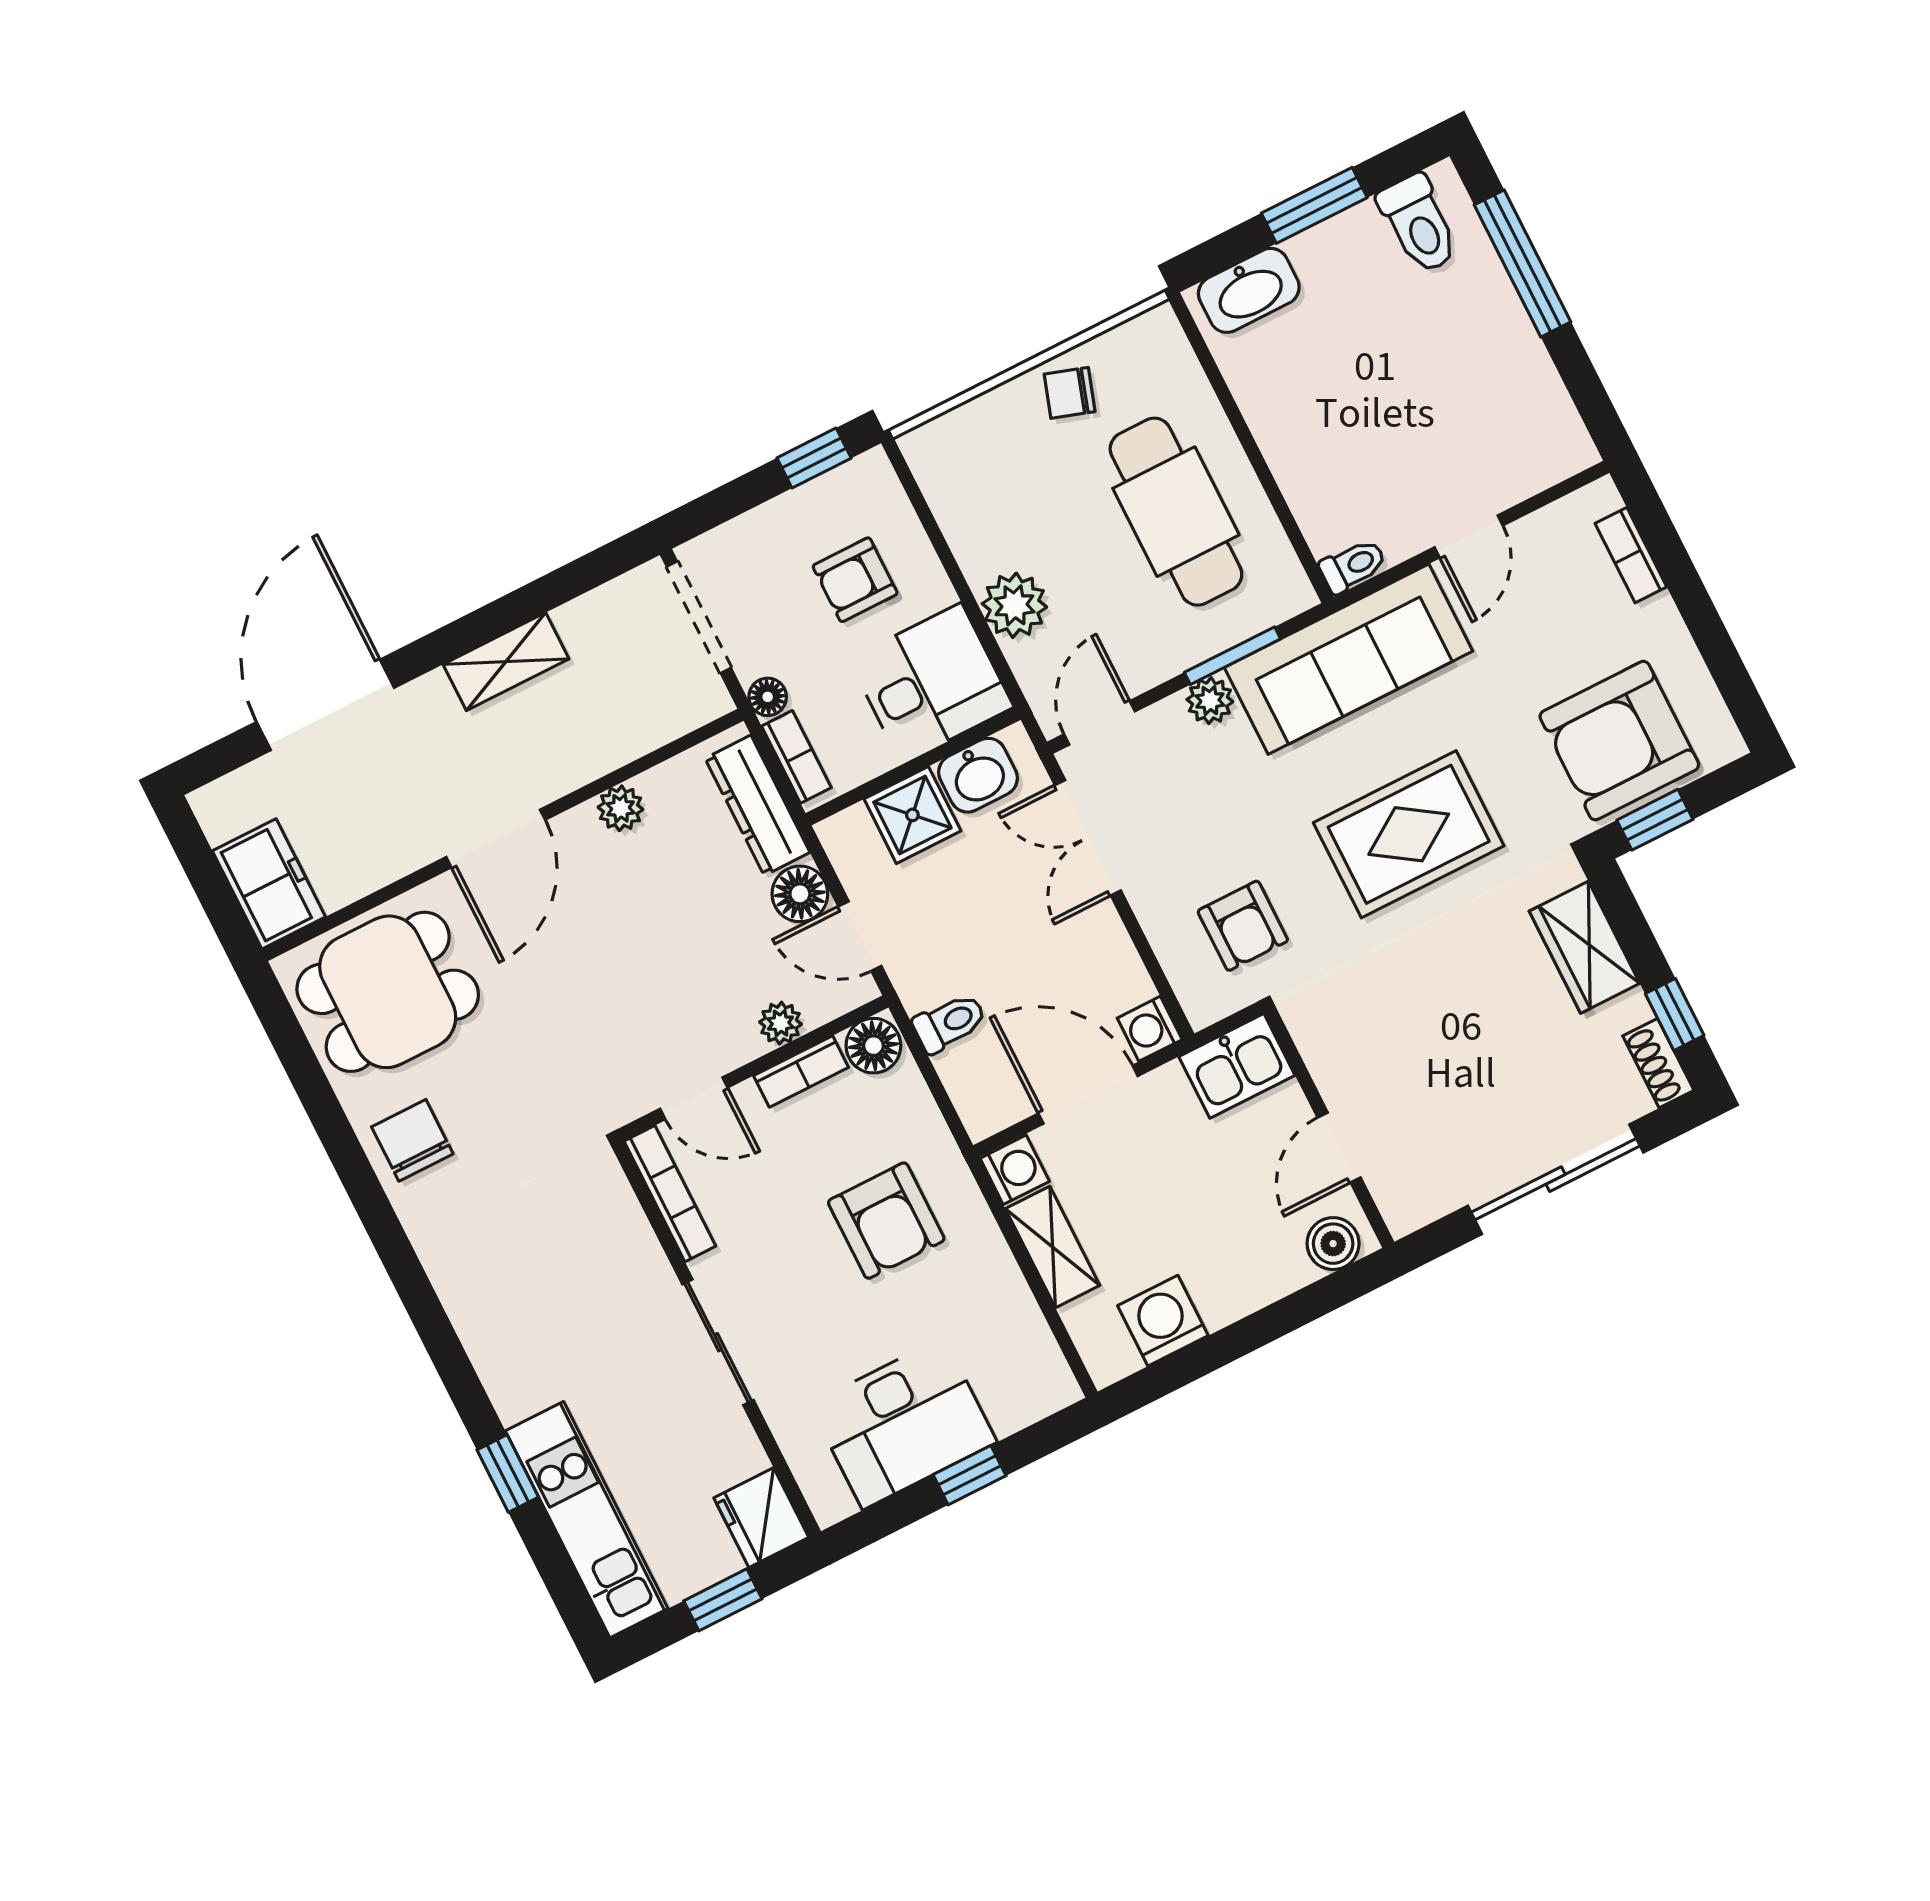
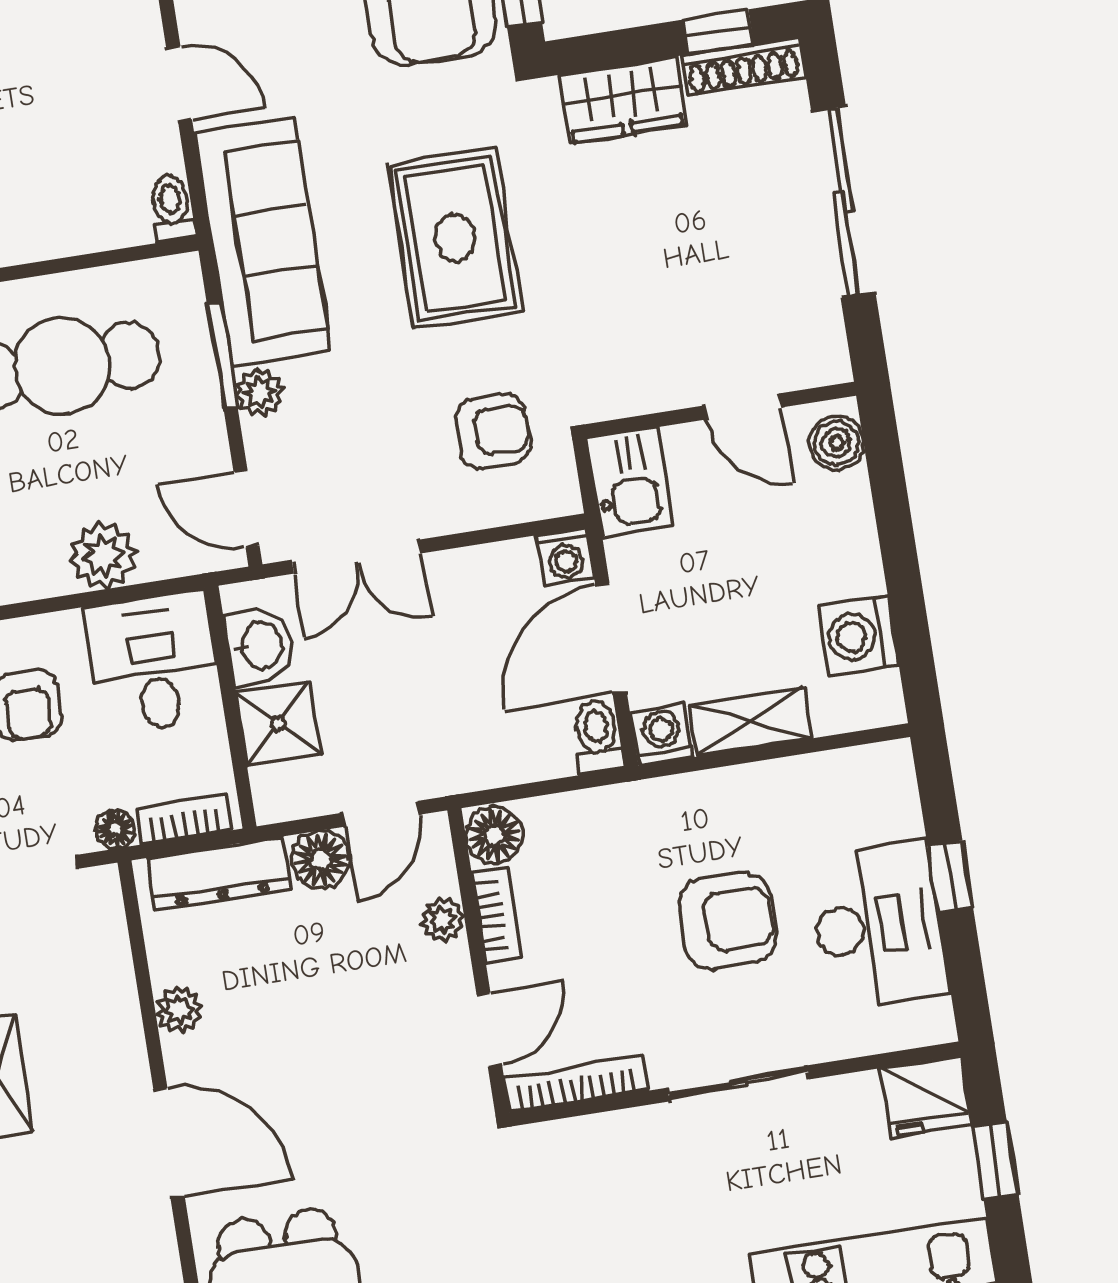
toilet: (950, 1023) -> (597, 736), moved
shoe rack: (1658, 1063) -> (743, 66), width x1.43
armchair: (886, 1221) -> (727, 921), moved

